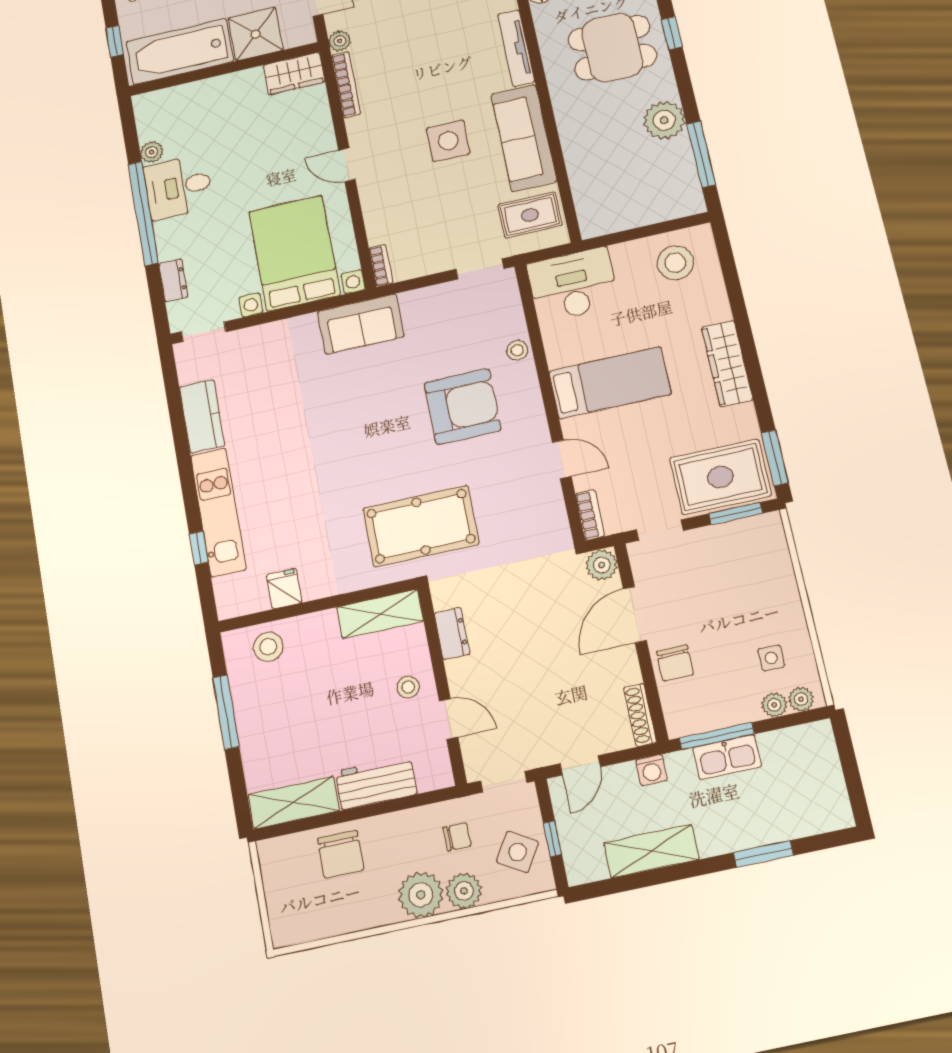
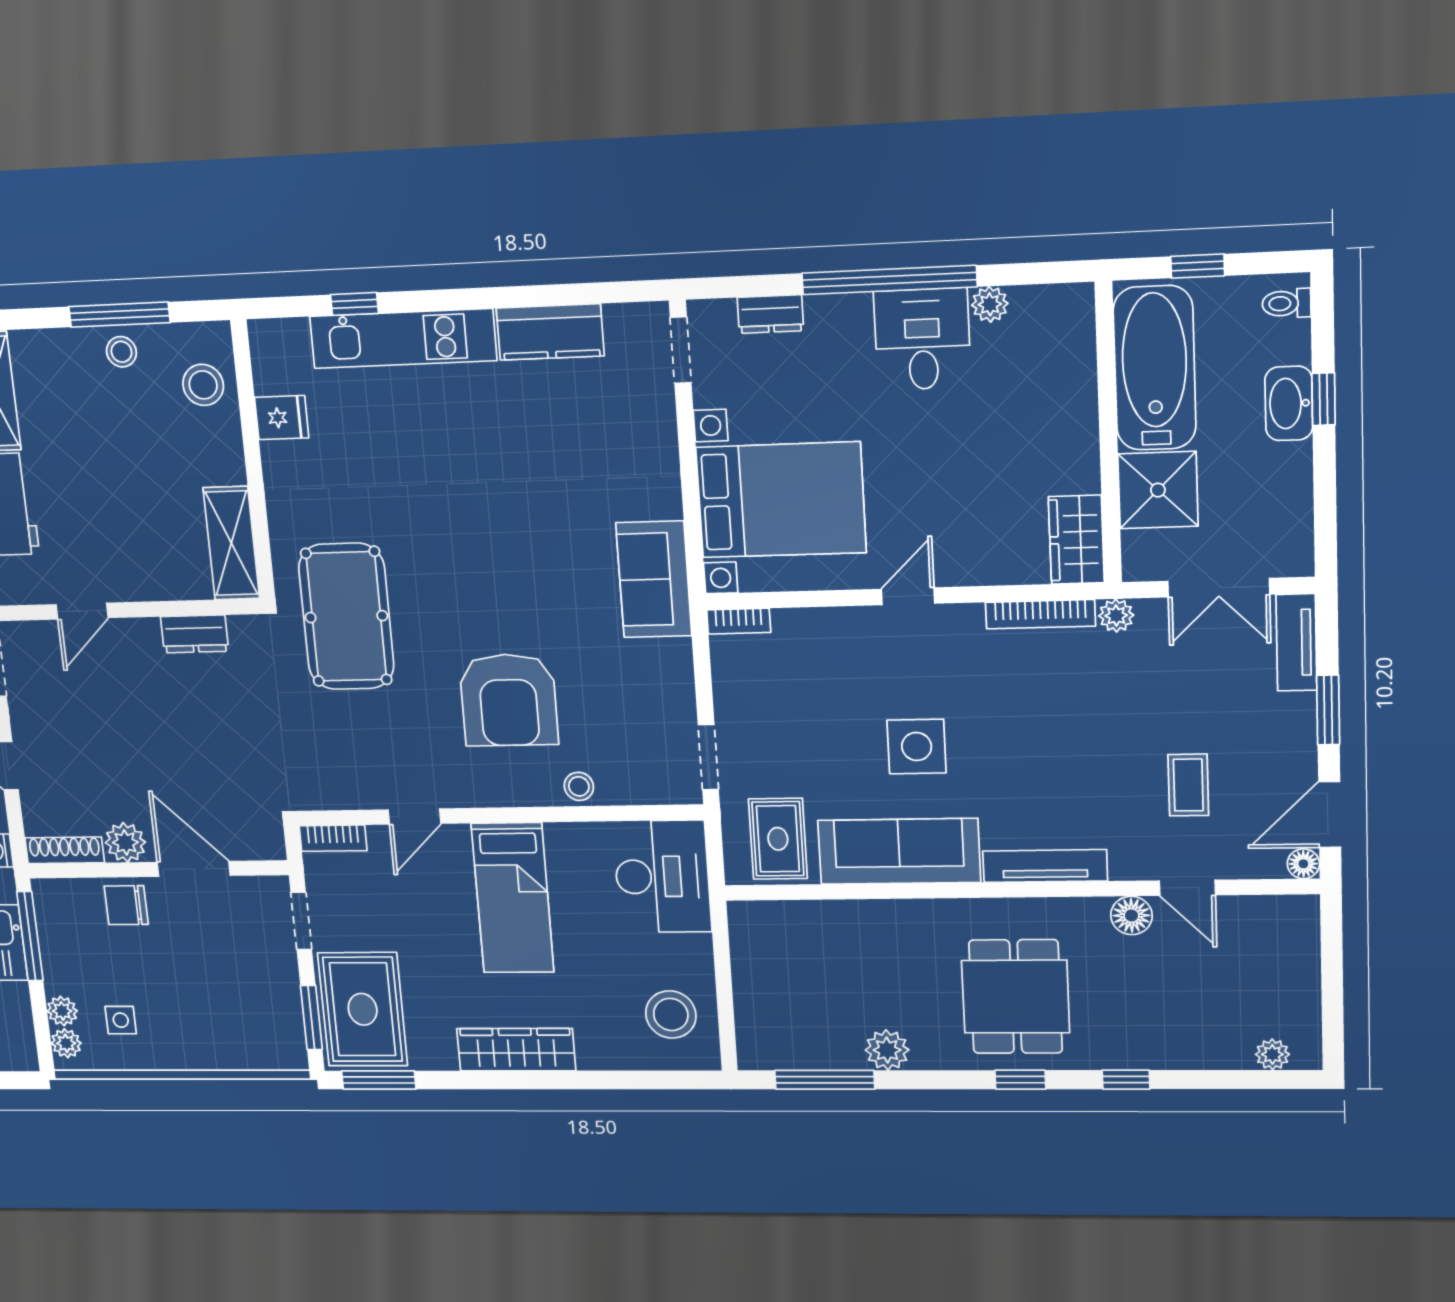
plant: (664, 120) -> (887, 1050), width x0.73, depth x0.73
plant: (602, 565) -> (125, 842), moved
stool: (408, 687) -> (121, 352), moved

